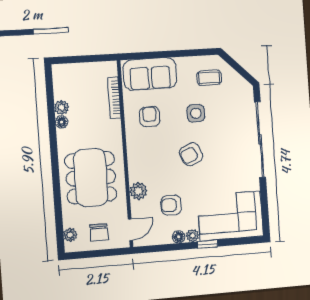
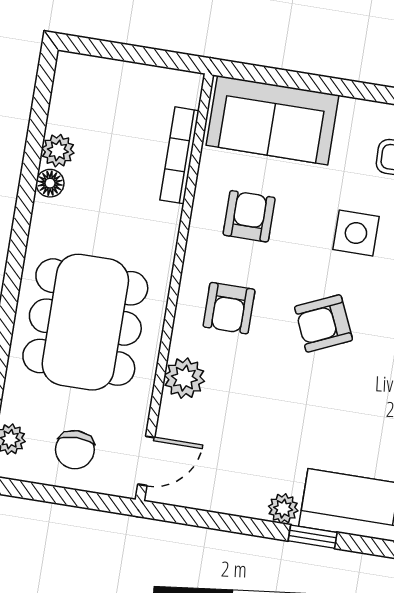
armchair: (171, 205) -> (229, 308), moved, turned -90
floor lamp: (179, 237) -> (251, 504), removed

